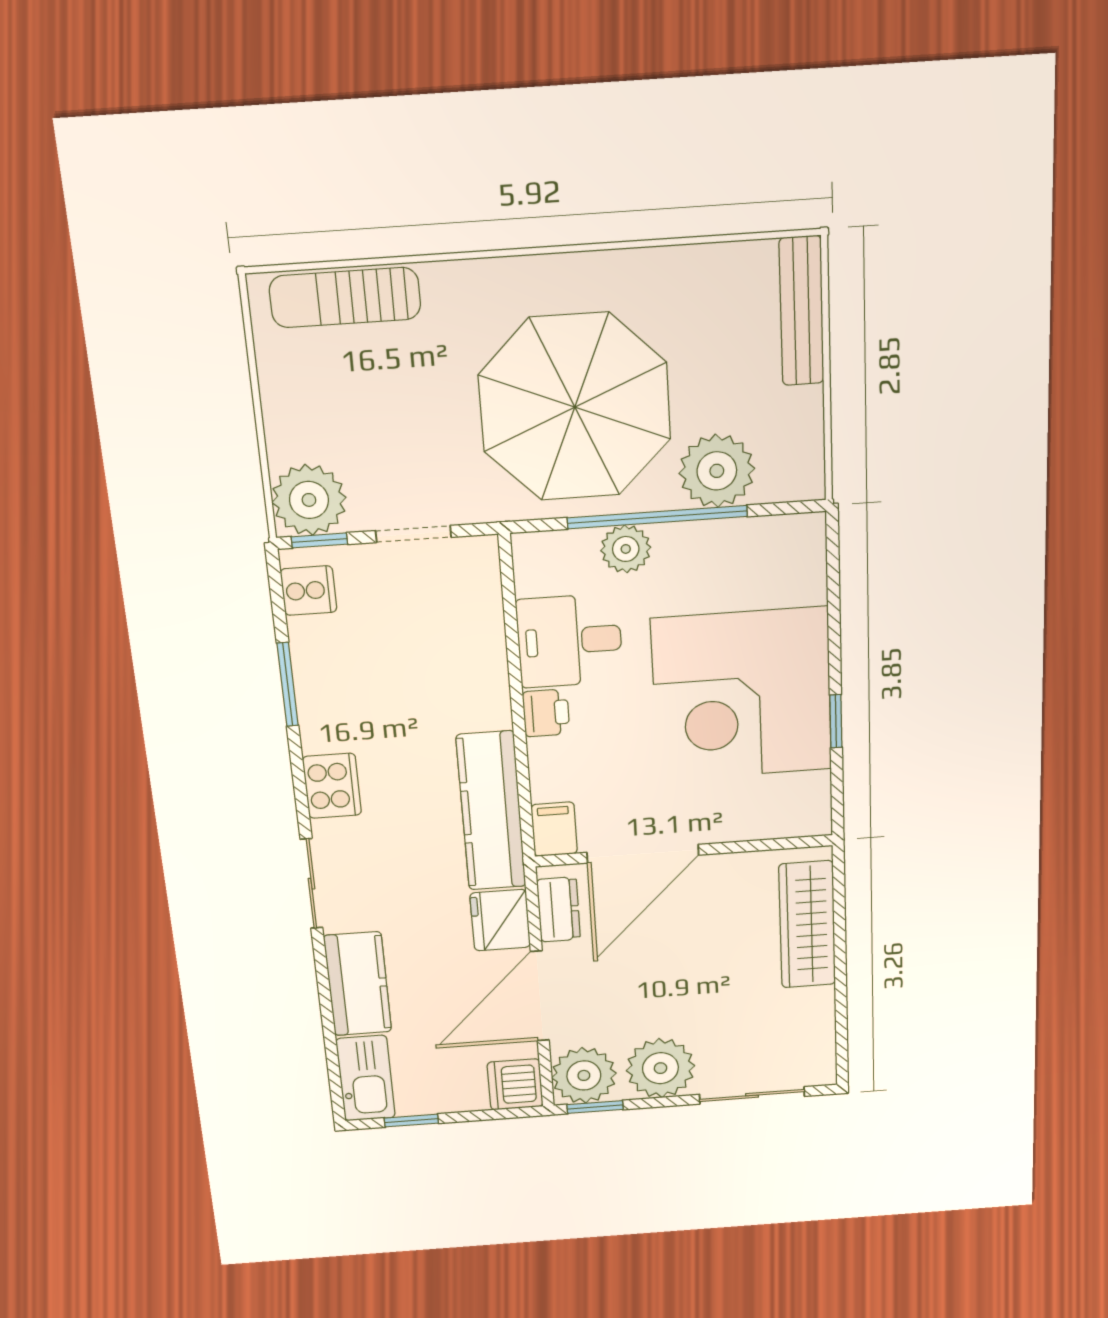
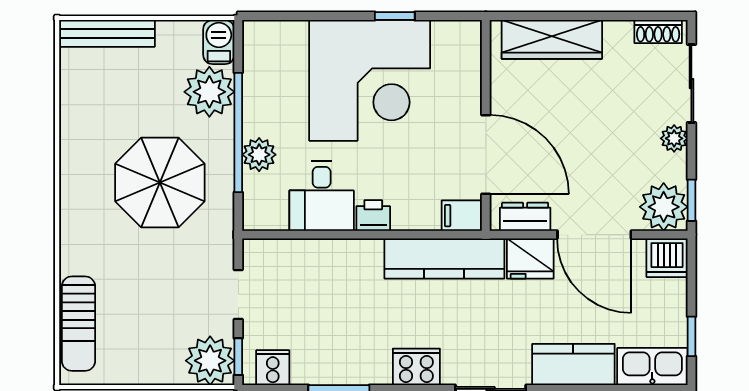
parasol: (575, 407) -> (160, 182), width x0.73, depth x0.73
barbecue: (792, 480) -> (219, 42), added
shoe rack: (821, 1051) -> (658, 32), added
plant: (660, 1068) -> (674, 138), width x0.53, depth x0.53

